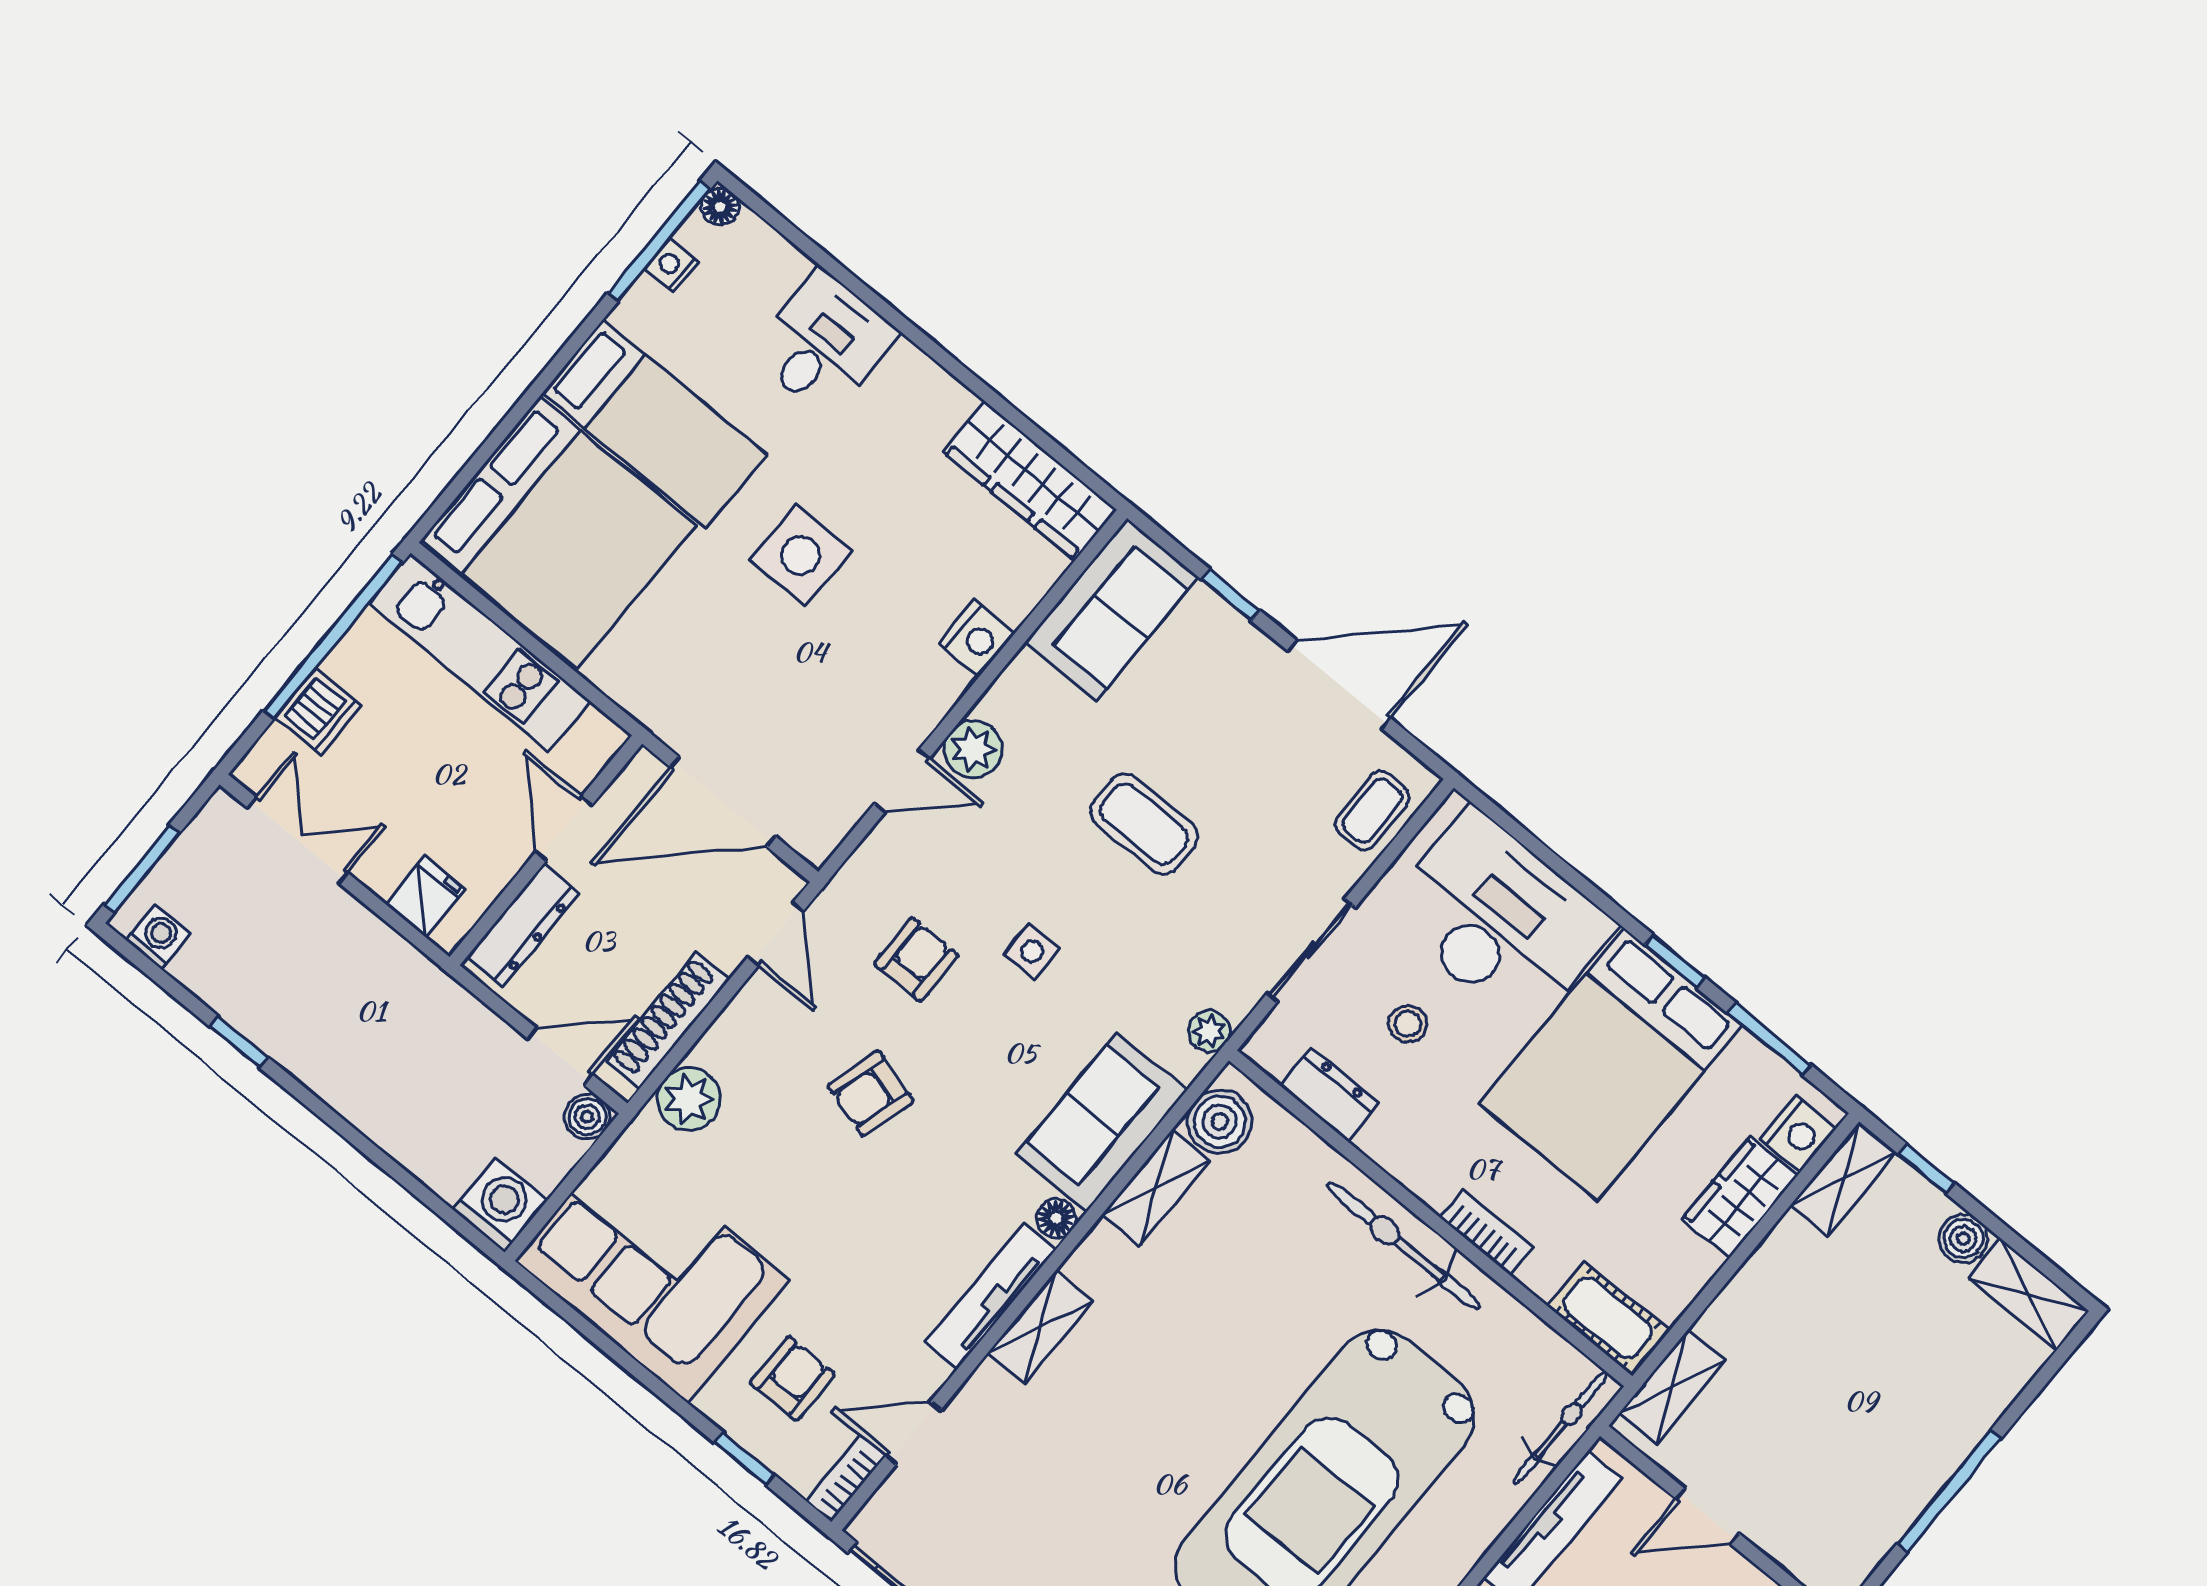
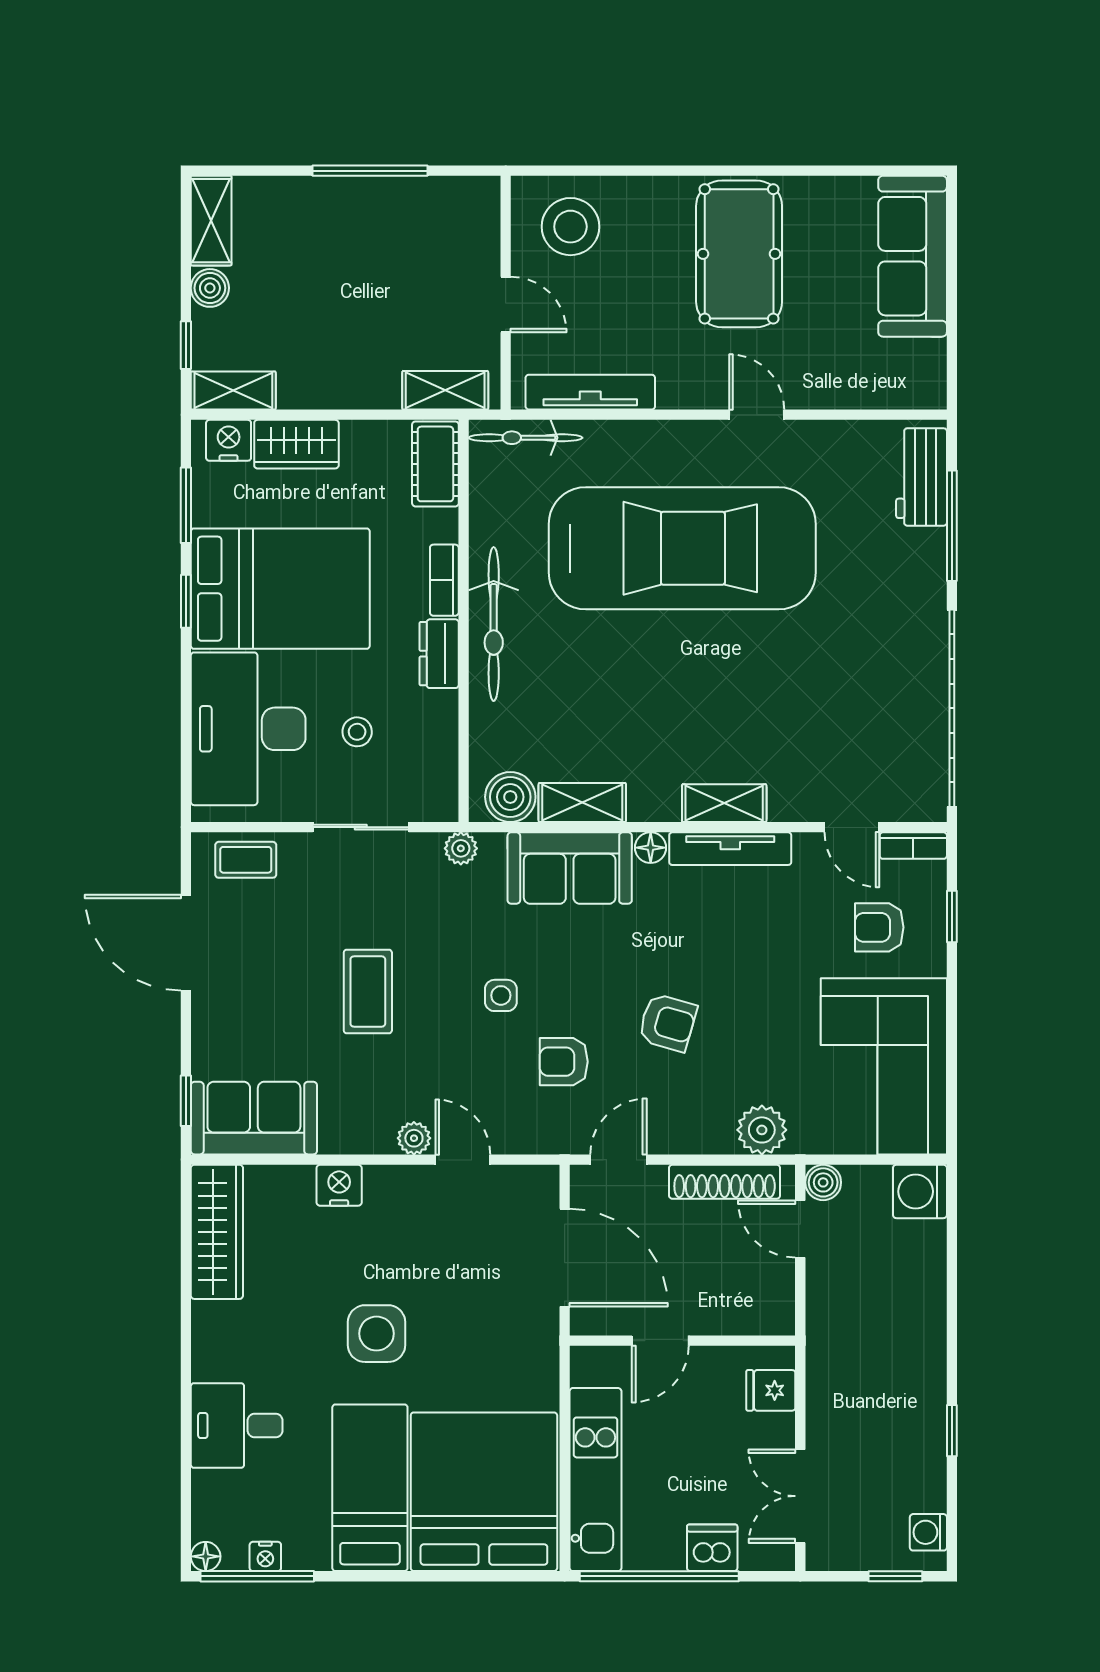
window: (1231, 595) -> (186, 1101), moved
plant: (973, 749) -> (414, 1138), width x0.73, depth x0.73
window: (142, 869) -> (895, 1576), width x0.67
dresser: (523, 925) -> (739, 1317), removed
dresser: (1330, 1095) -> (439, 654), moved

